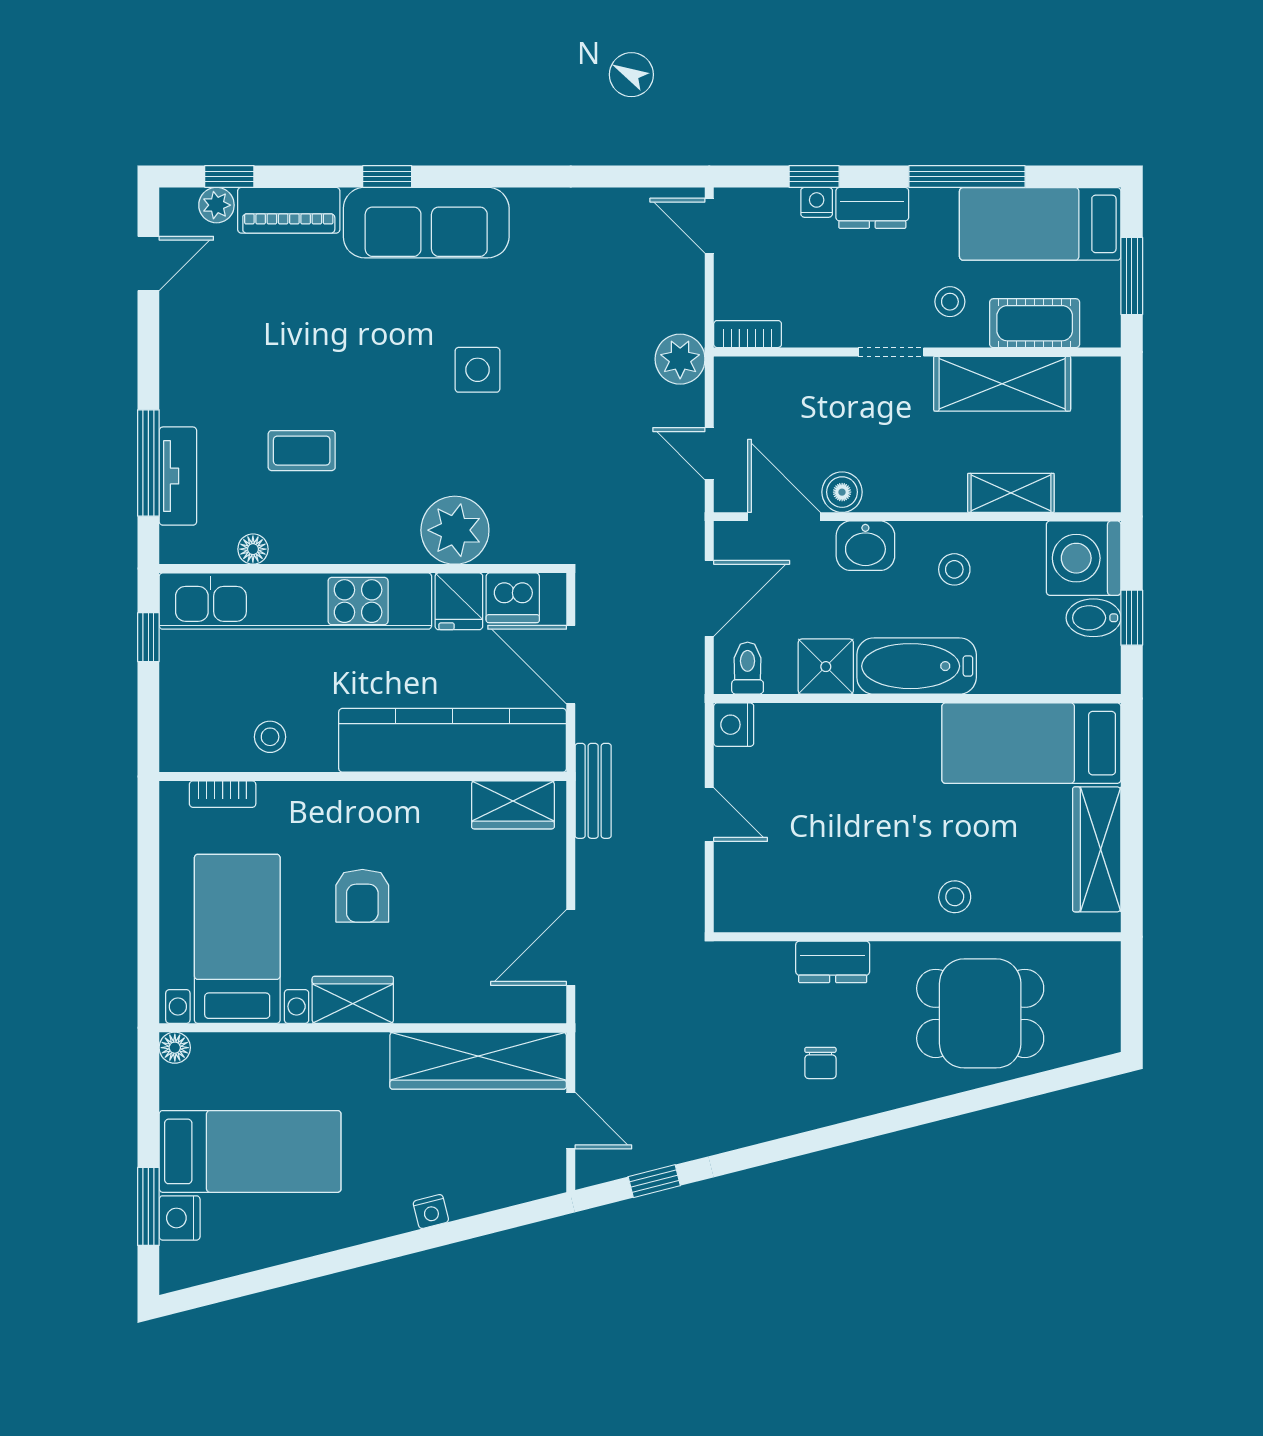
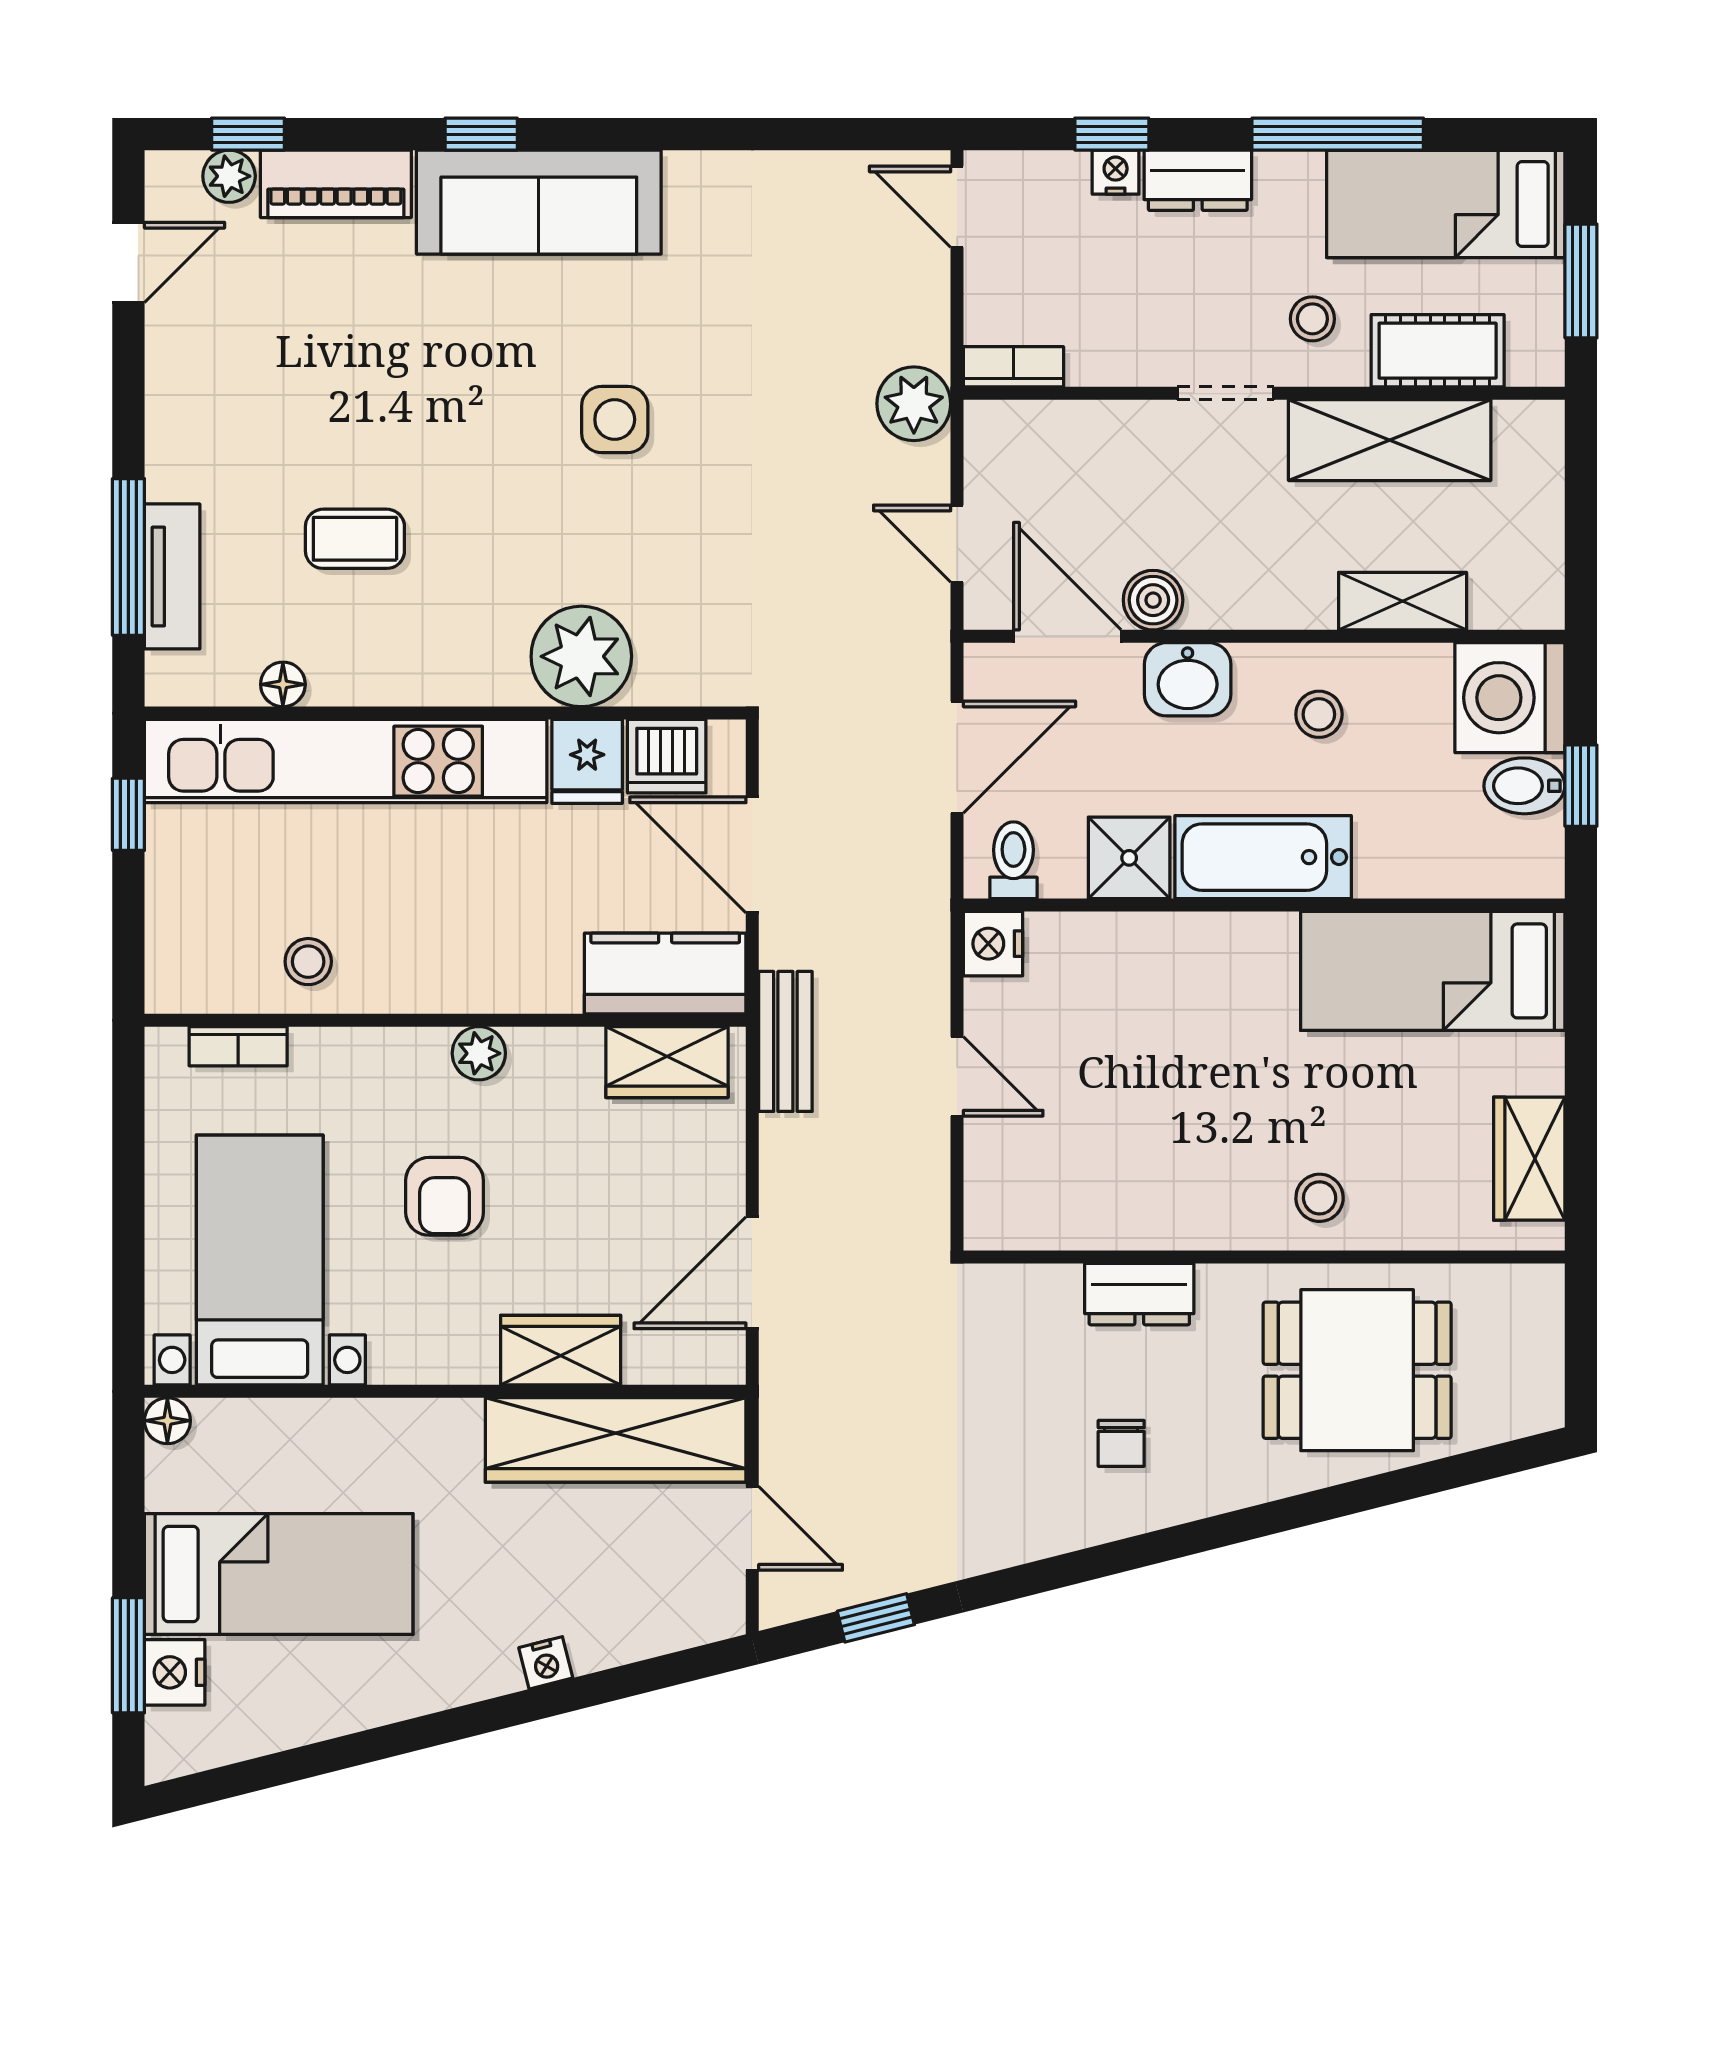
kitchen counter: (453, 740) -> (665, 973), width x0.48, depth x0.86
plant: (386, 799) -> (479, 1053), added
wardrobe: (1097, 849) -> (1529, 1159), width x0.67
wardrobe: (353, 1000) -> (561, 1350), moved

